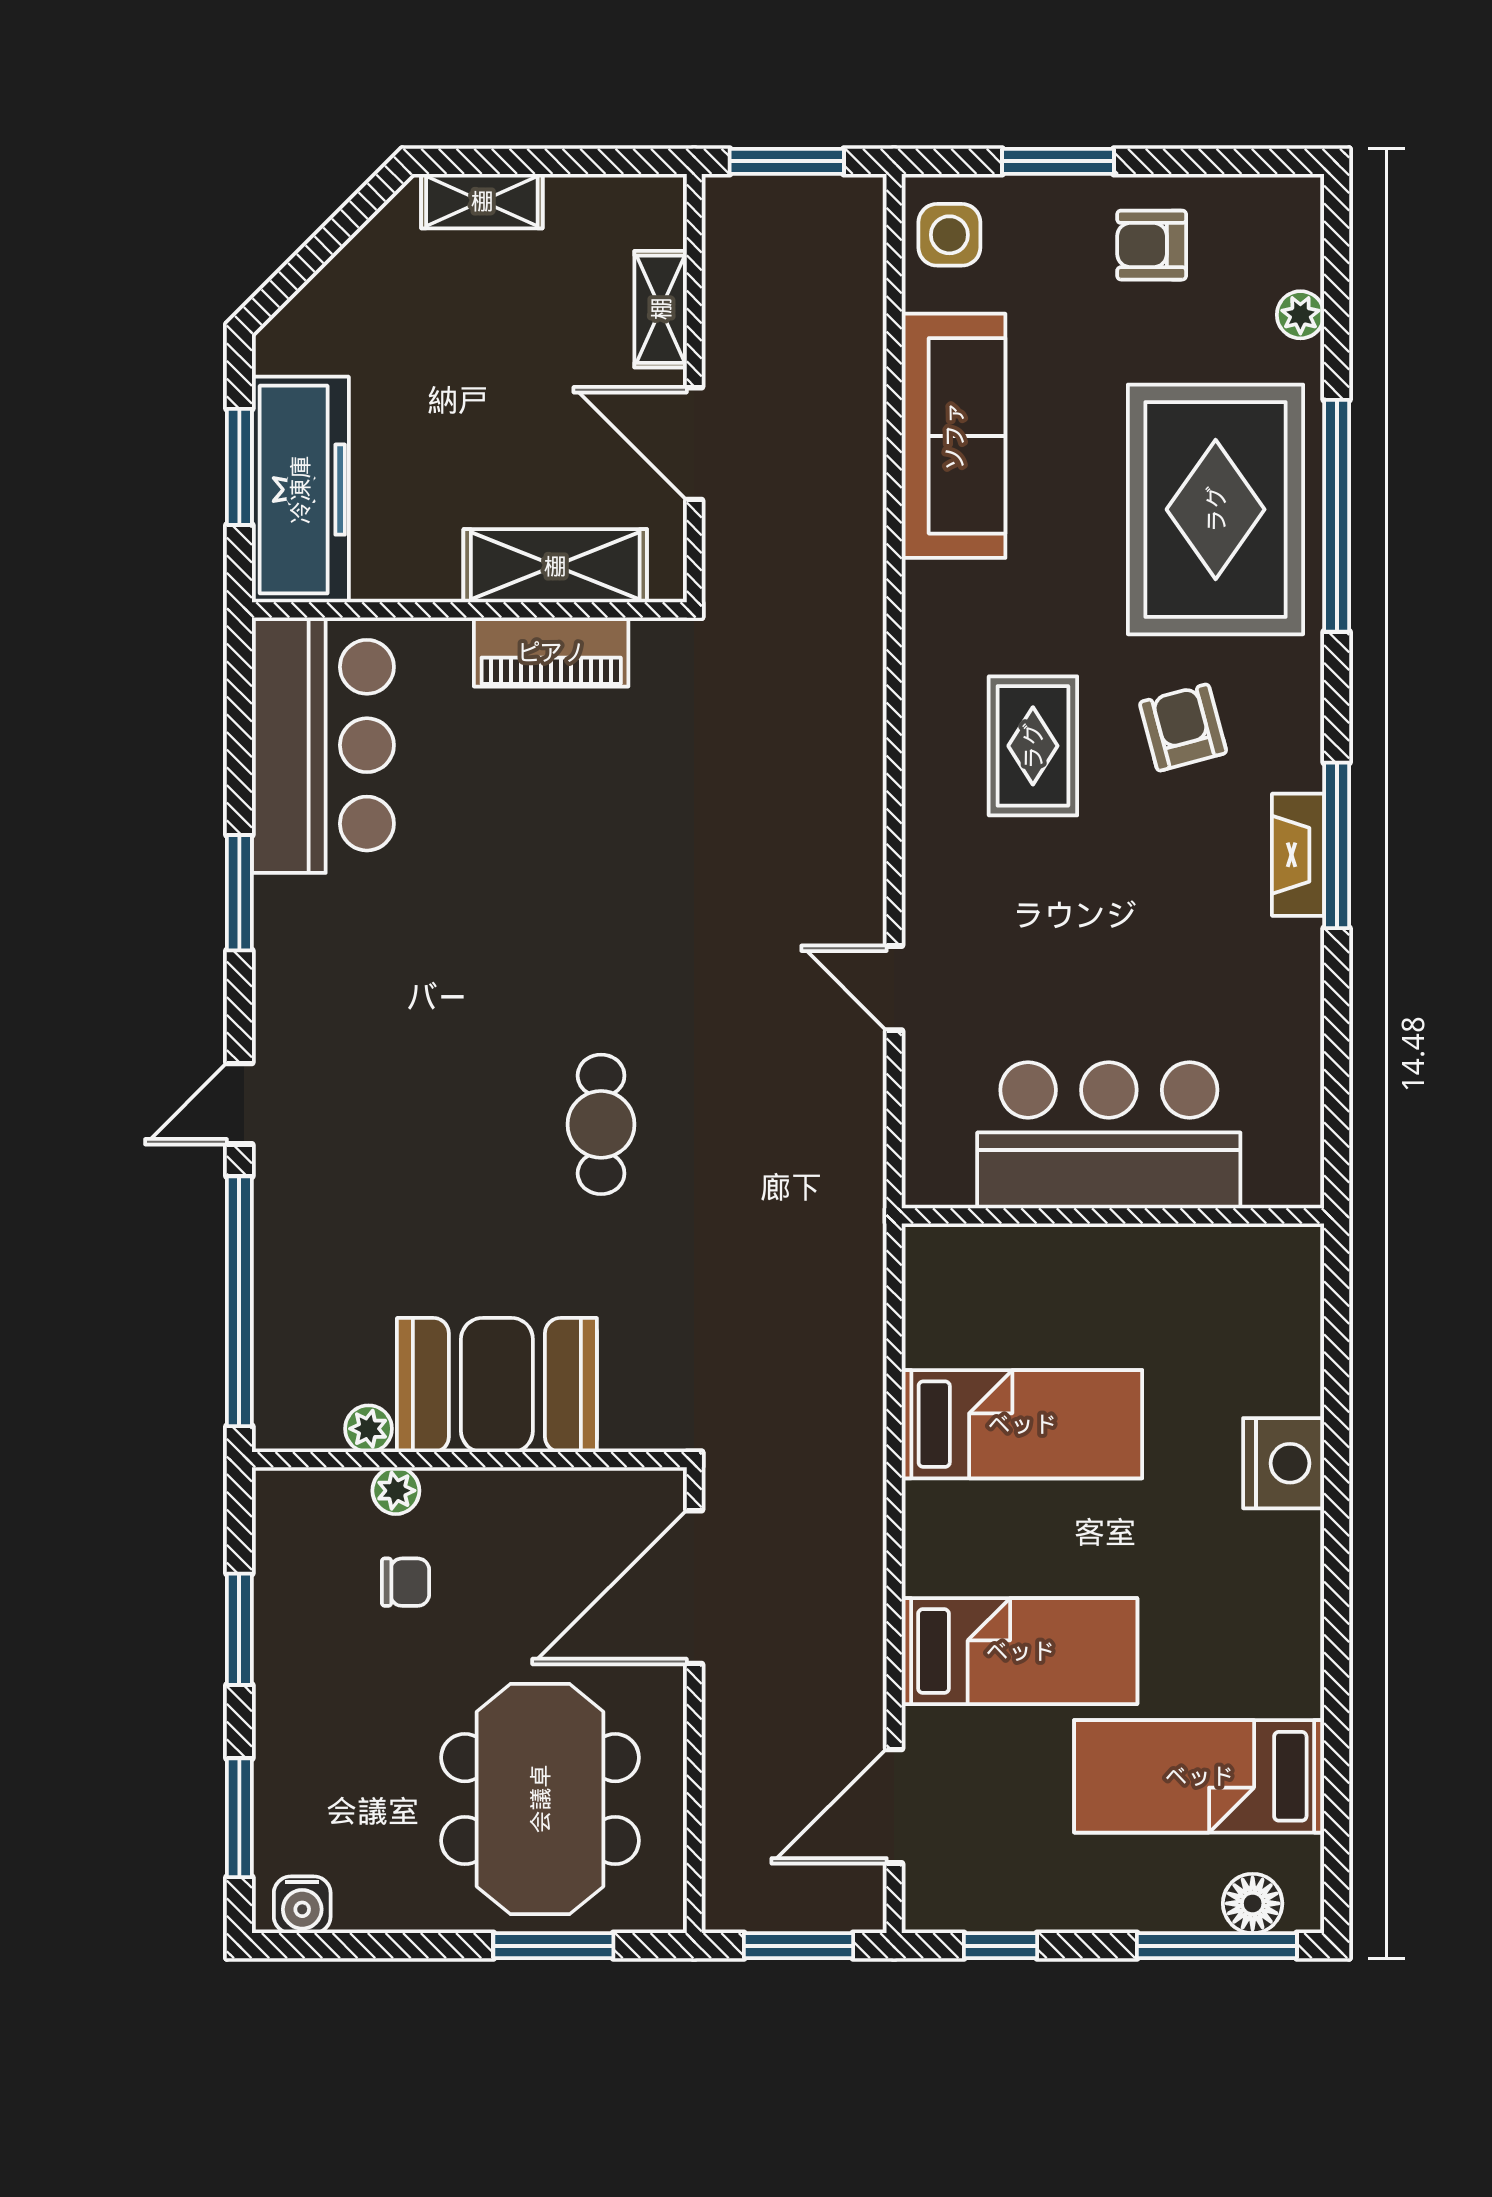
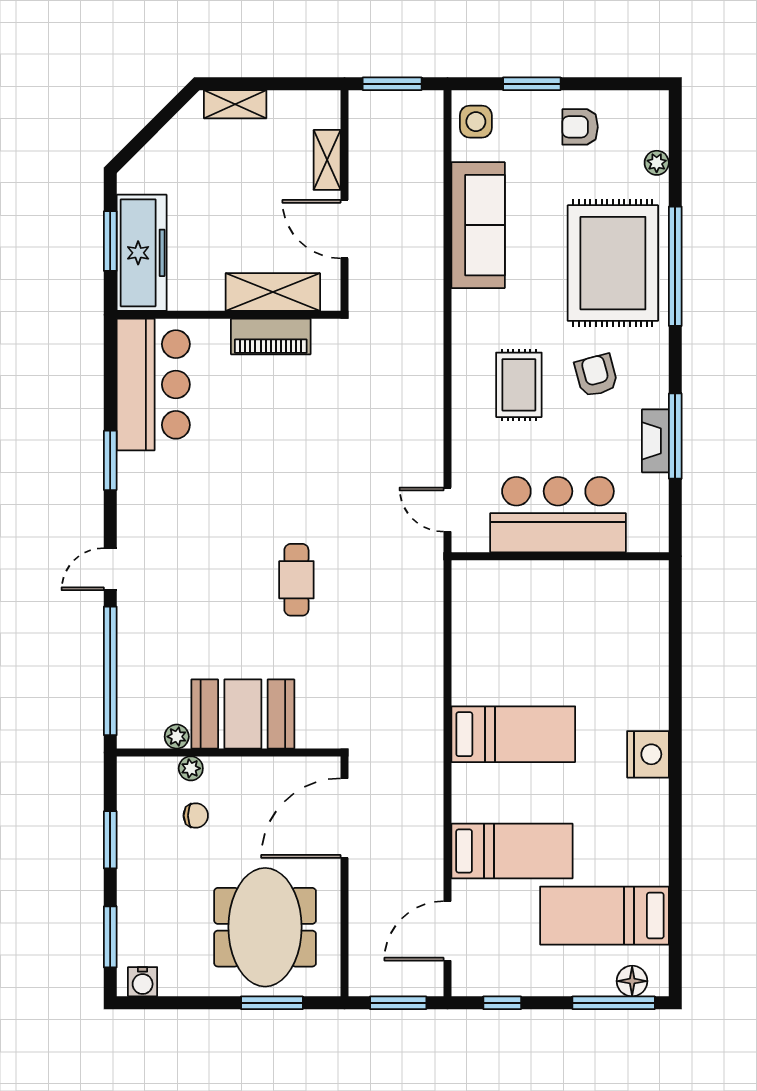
bar counter: (1109, 1135) -> (558, 515), moved
wall: (1113, 1216) -> (560, 556), moved

